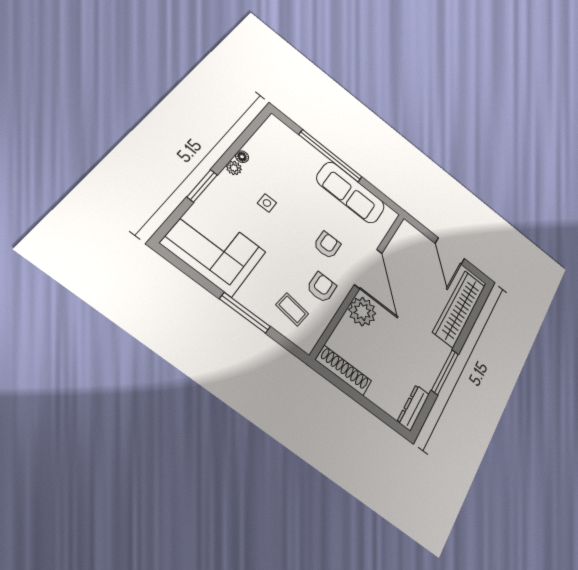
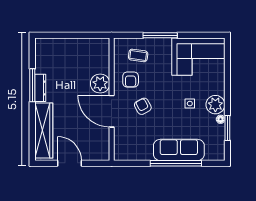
plant: (234, 168) -> (215, 105), width x1.88, depth x1.88
window: (202, 186) -> (227, 128), moved
sofa: (351, 192) -> (179, 150), moved
armchair: (327, 245) -> (143, 106), turned 151
shoe rack: (344, 370) -> (91, 44), removed
dresser: (413, 408) -> (40, 88), moved

